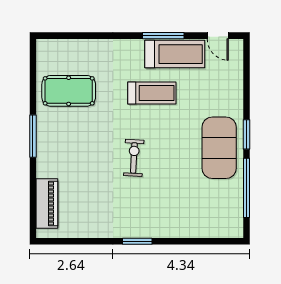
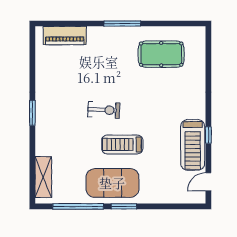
window: (163, 36) -> (208, 135), width x0.46
pool table: (69, 91) -> (161, 54), turned 90
treadmill: (152, 93) -> (122, 144), moved, turned 90
shelving: (212, 229) -> (43, 177), added

